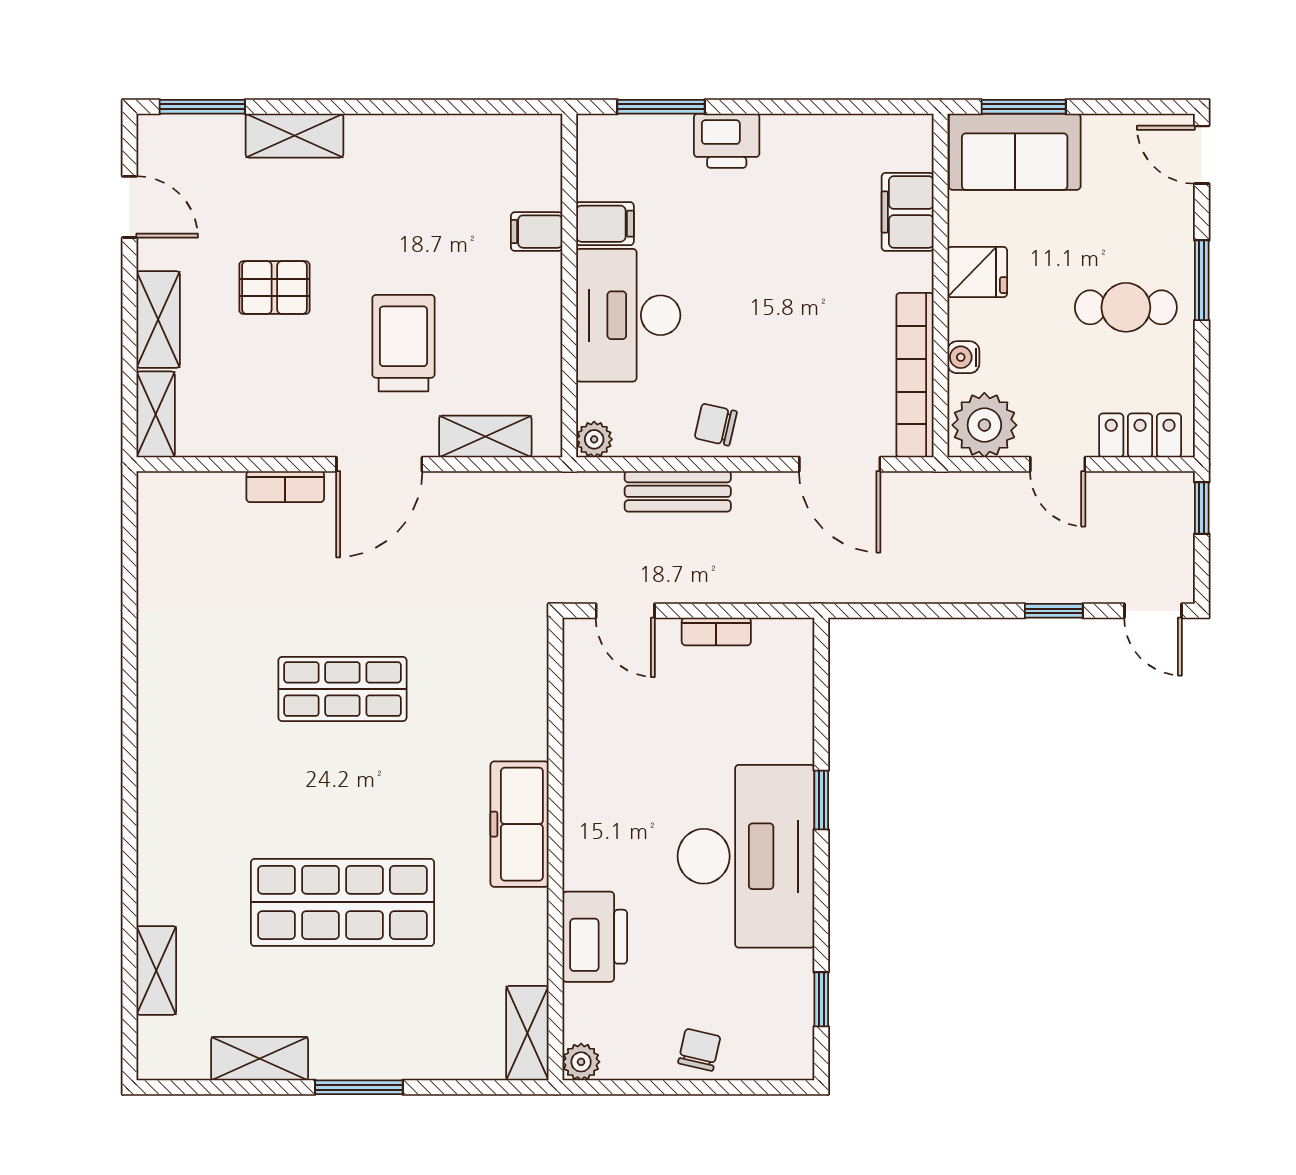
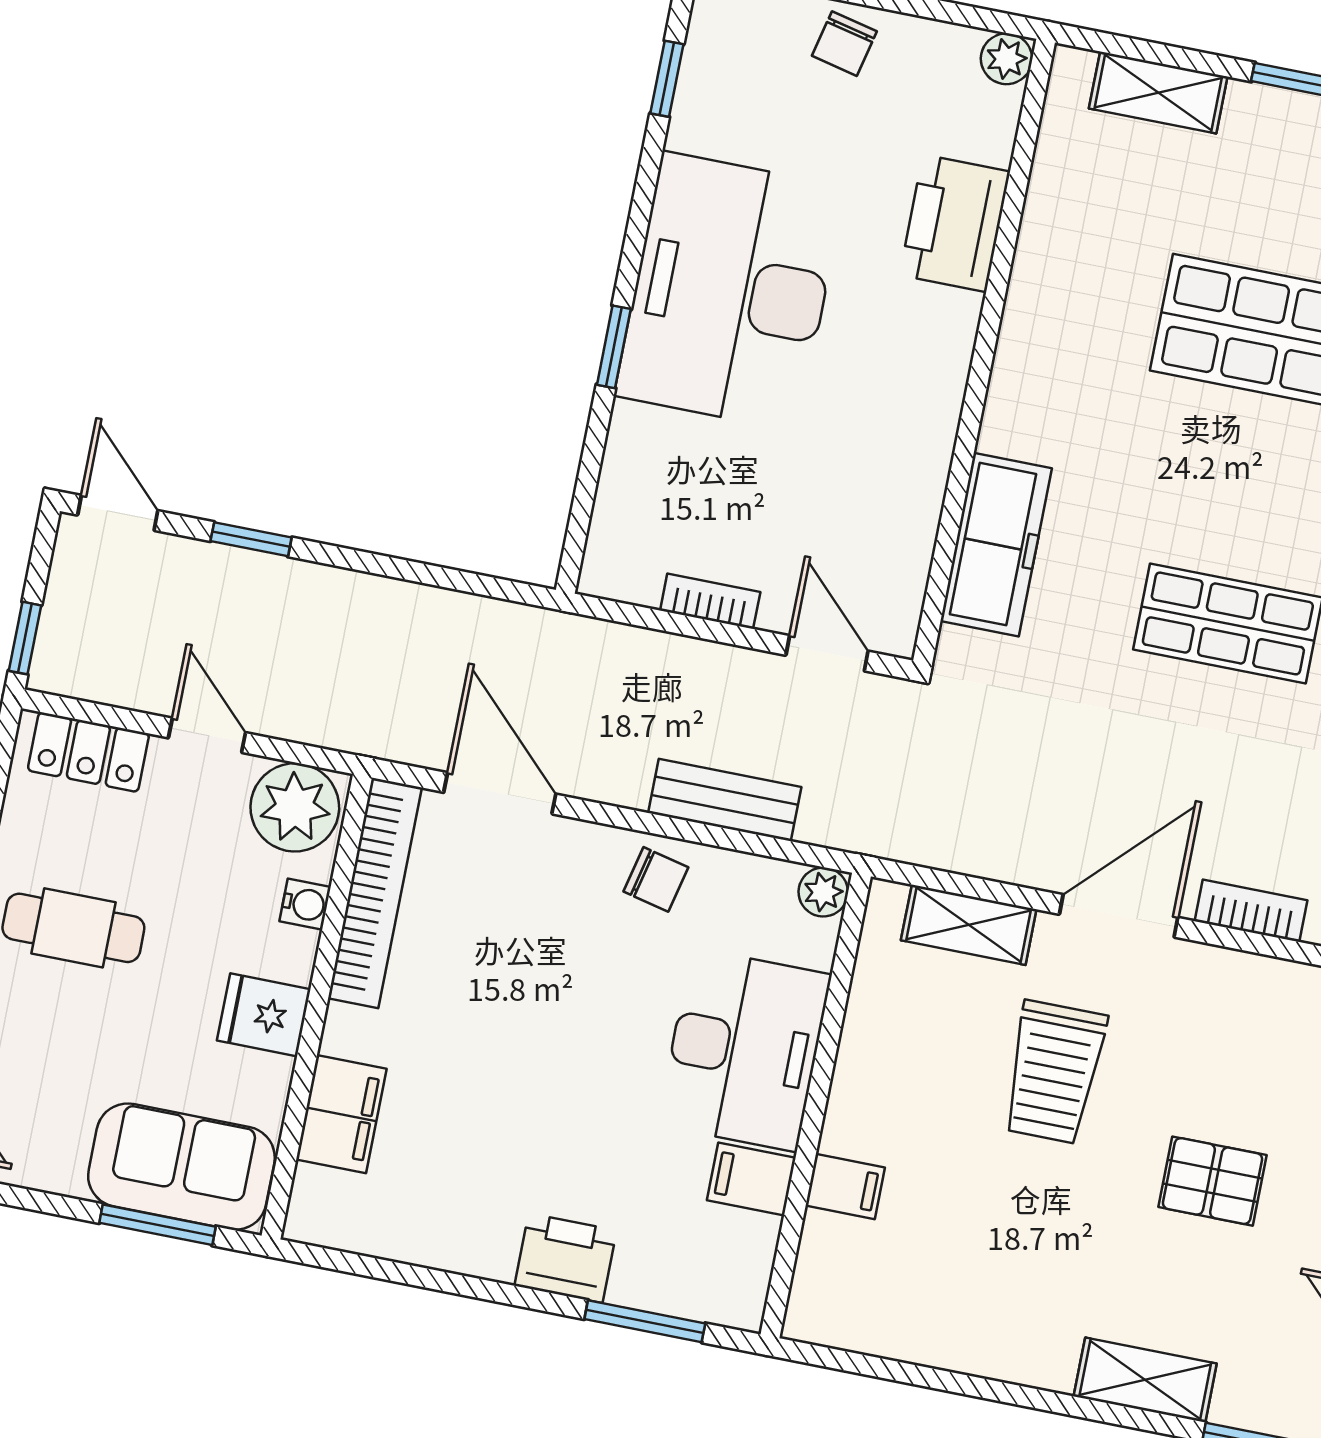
freezer: (520, 824) -> (996, 545), moved
shelving: (527, 1033) -> (1158, 93), moved, turned 90

